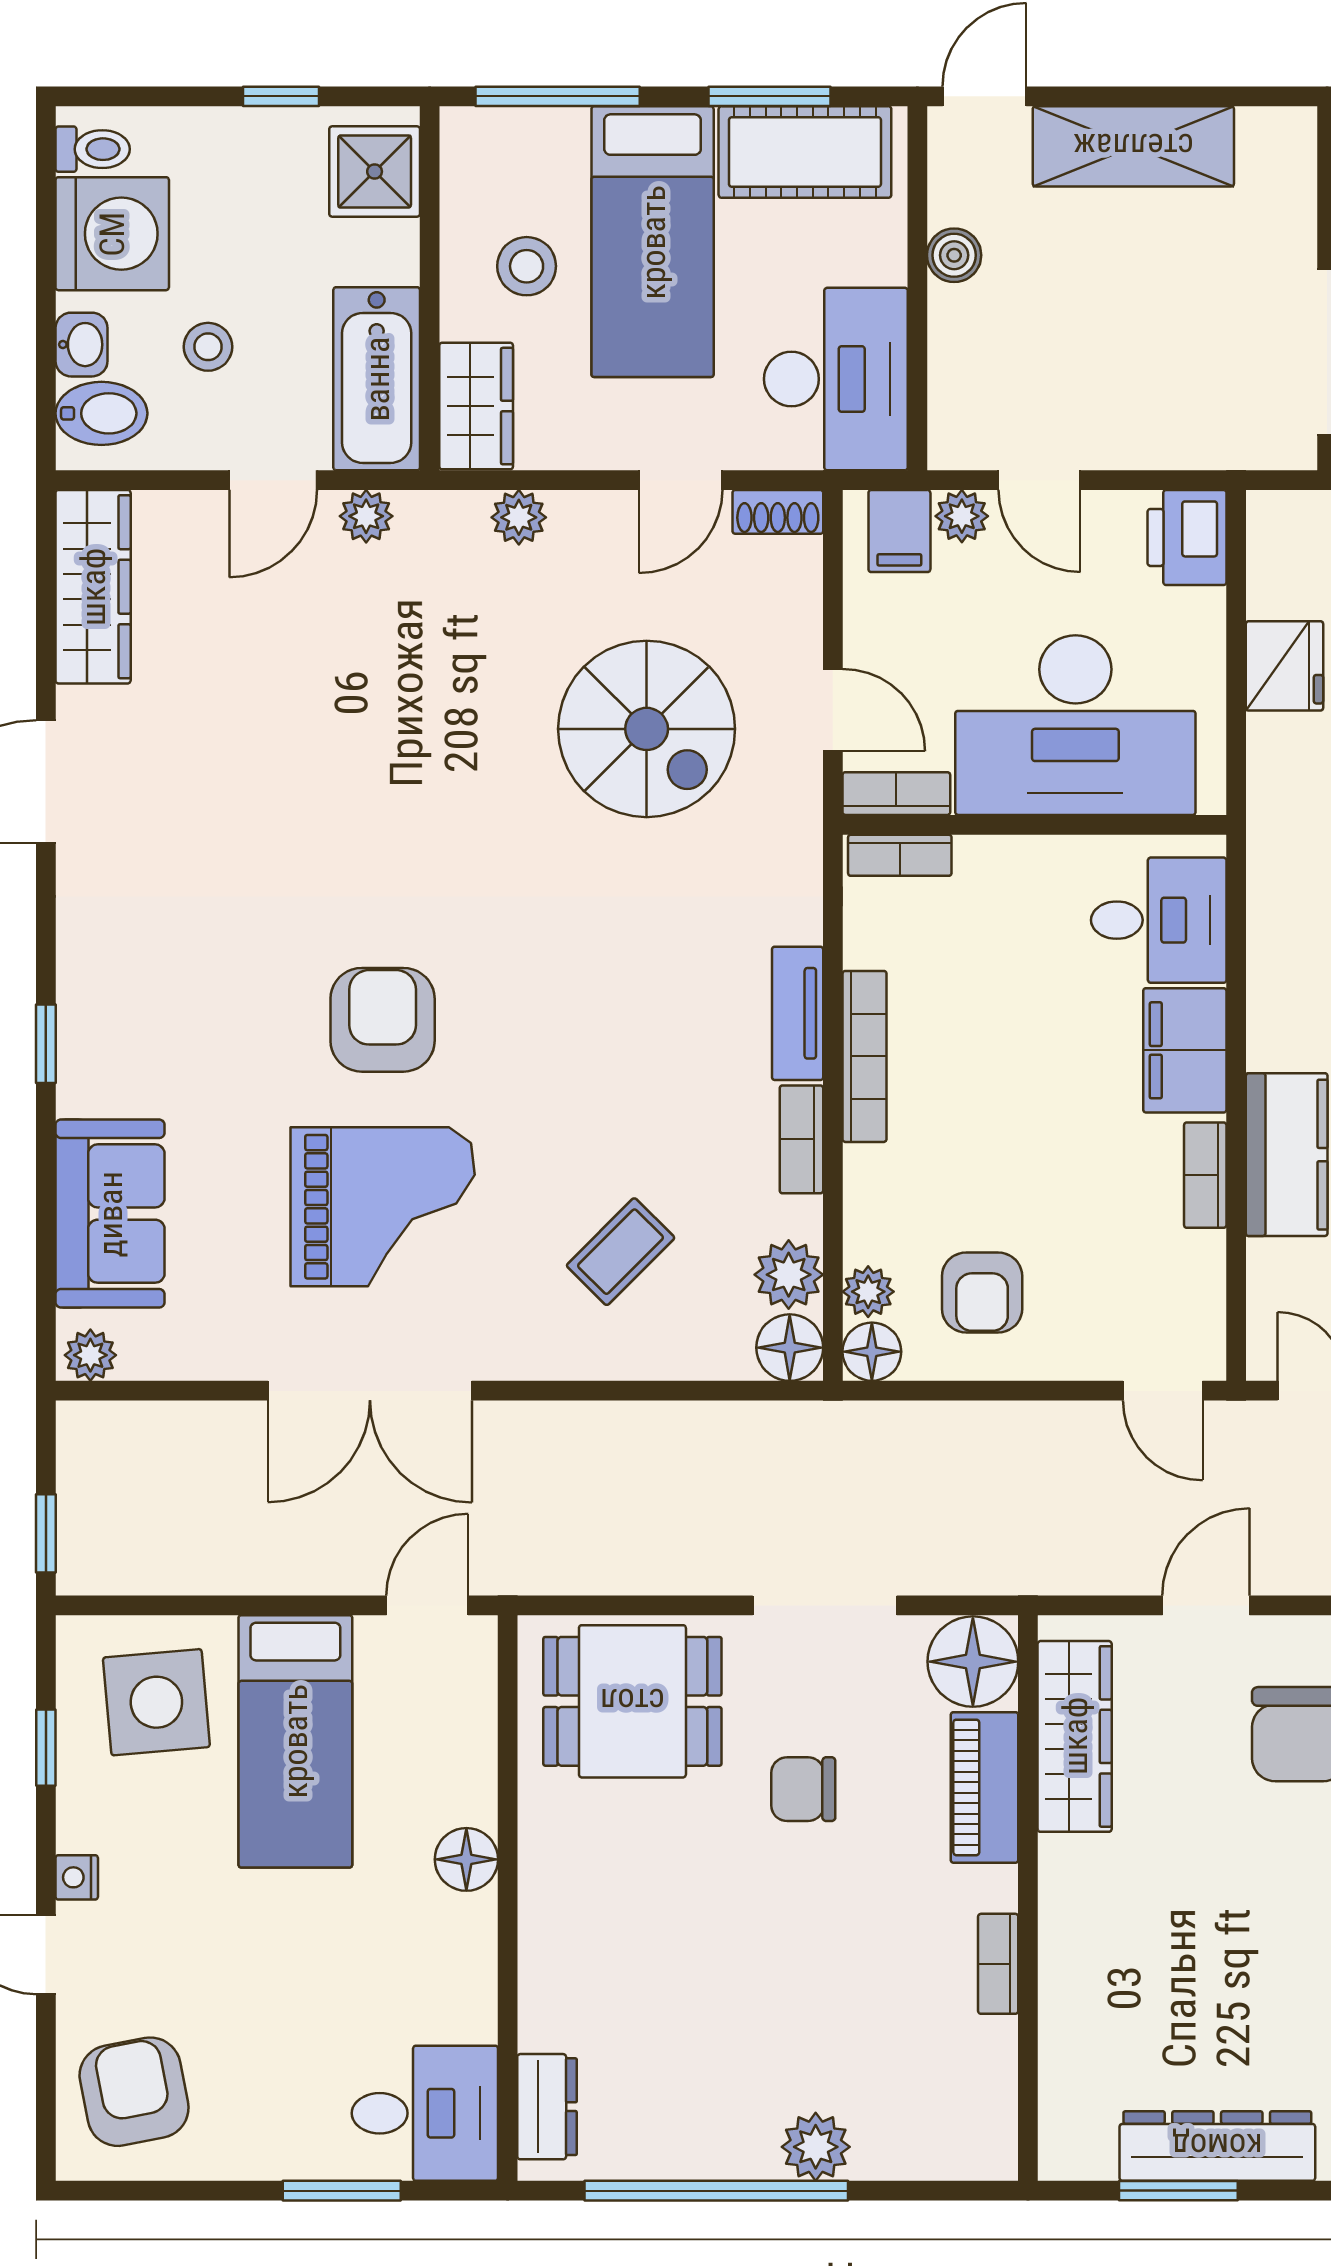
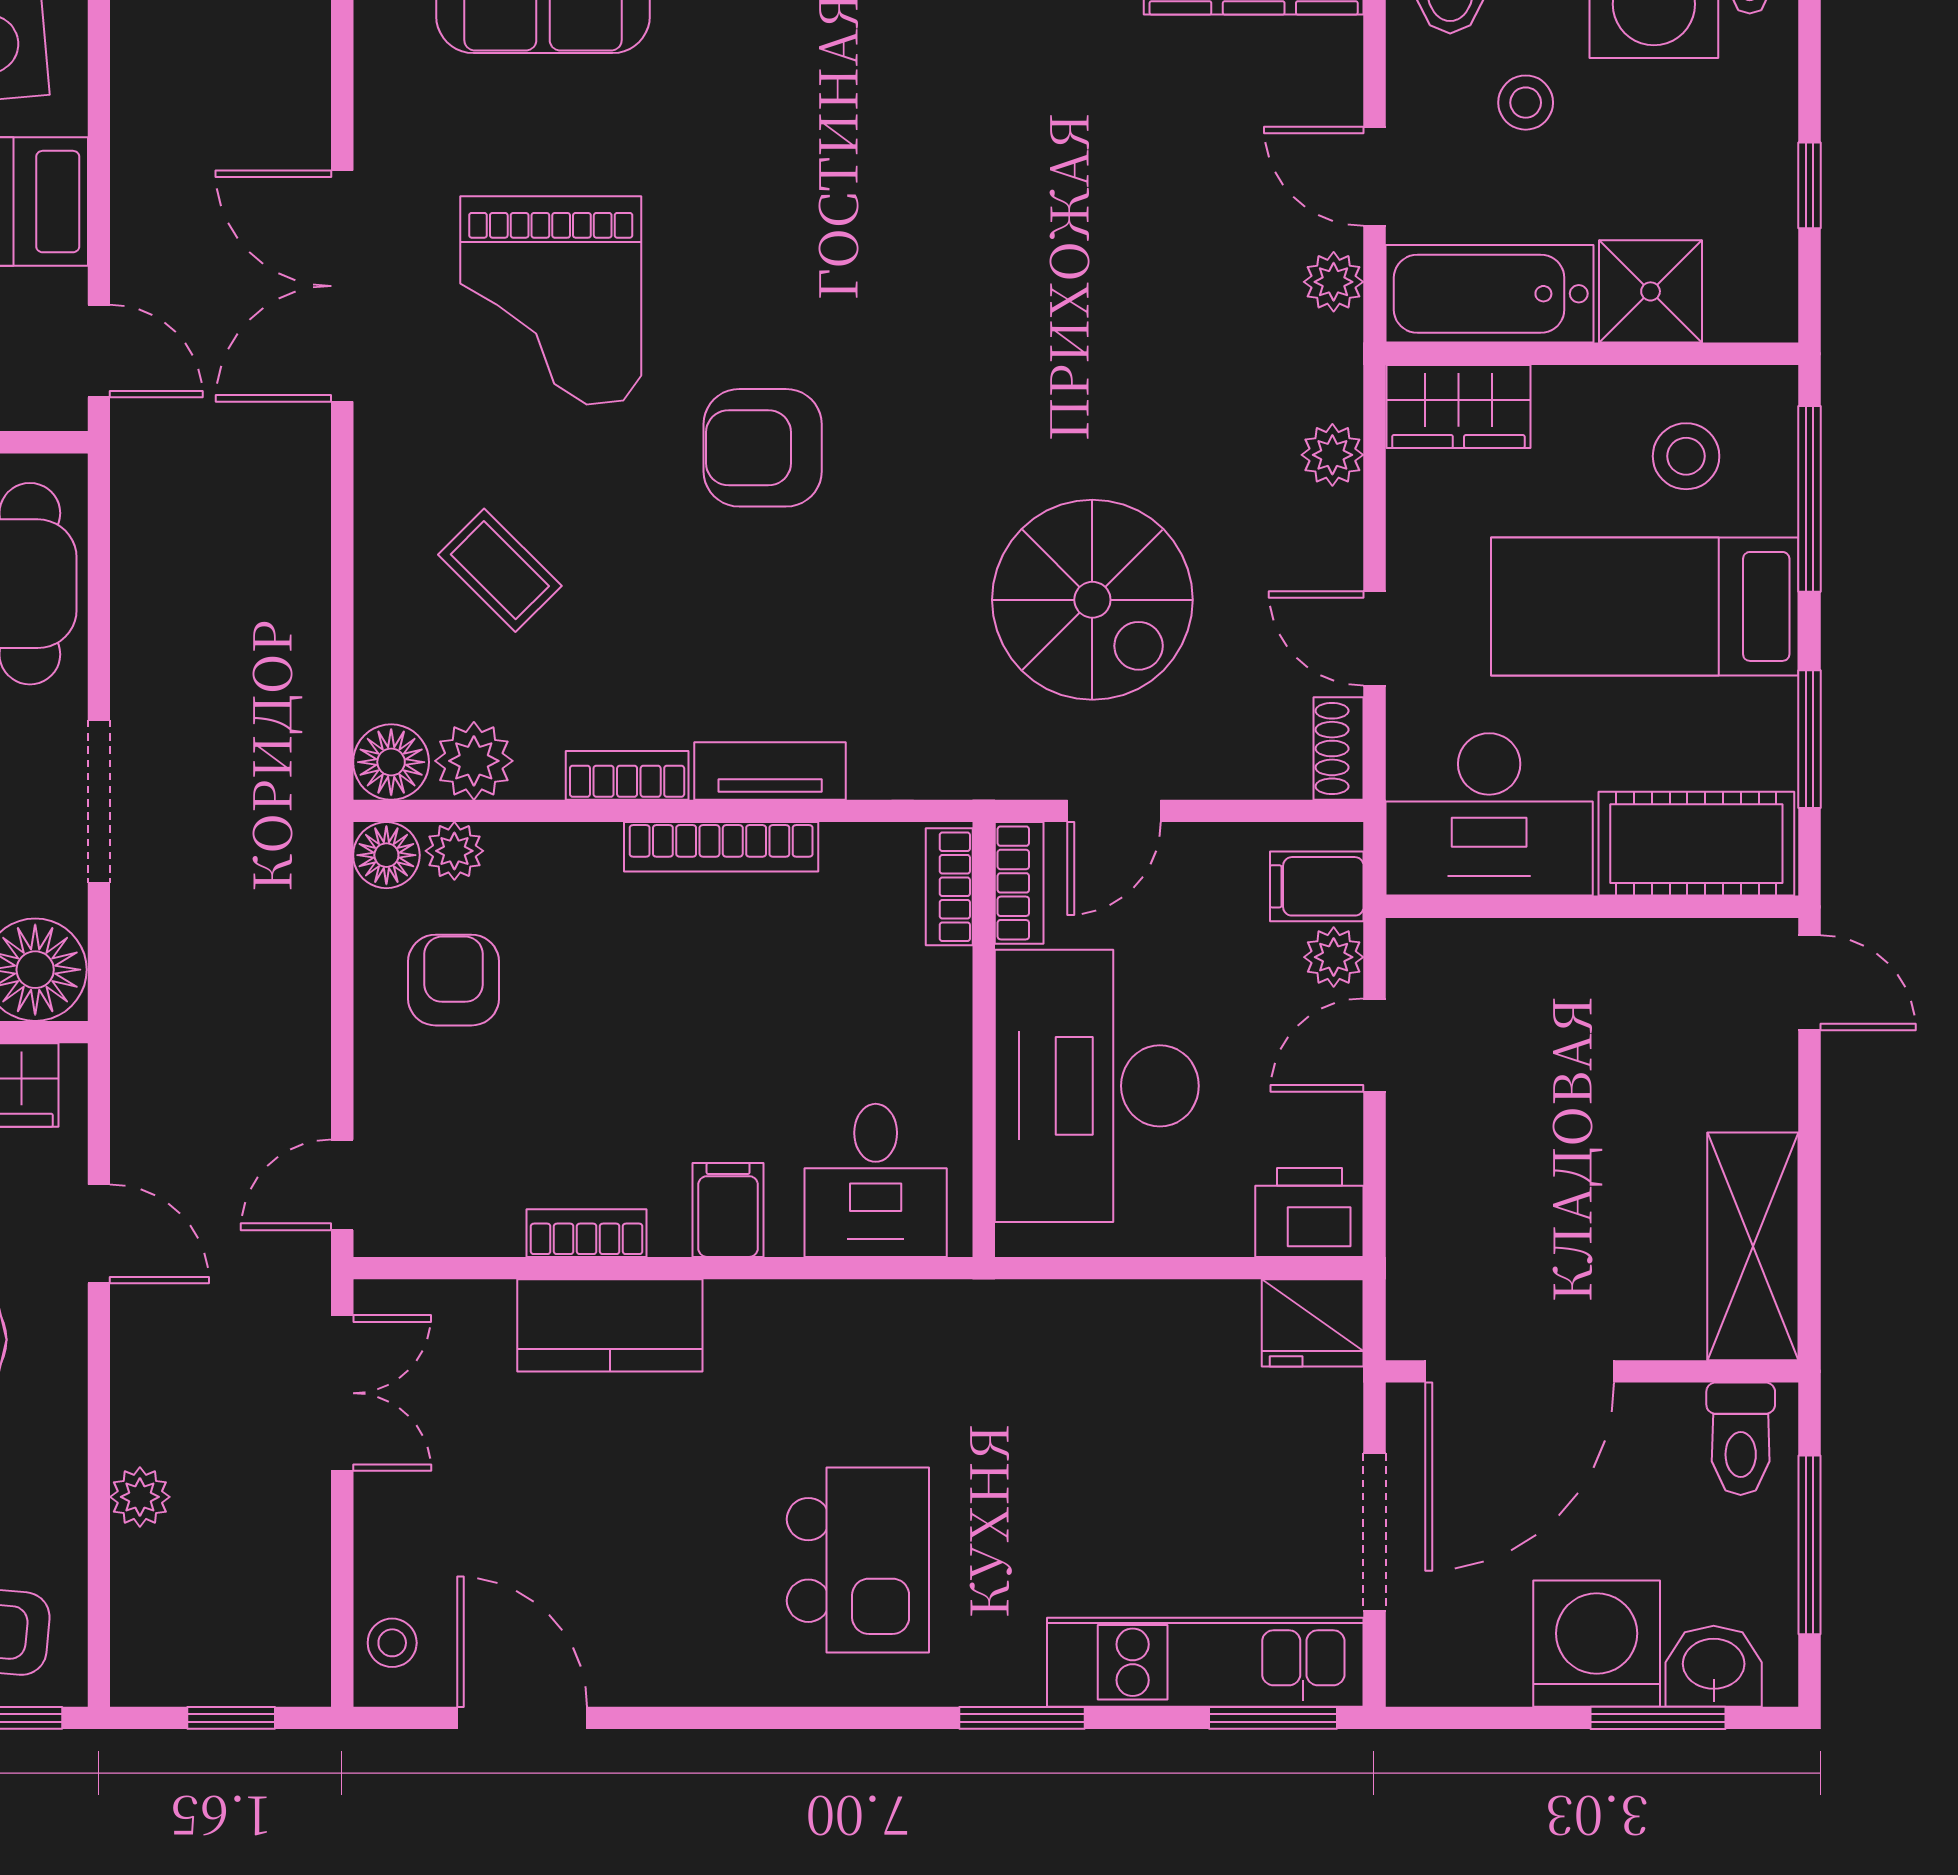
shelving: (1133, 146) -> (1753, 1246), moved
cot: (805, 152) -> (1696, 844), moved, turned 90
shower: (375, 171) -> (1651, 291), moved
boiler: (954, 255) -> (1629, 948), removed
stool: (527, 266) -> (1686, 456), moved
fridge: (1284, 666) -> (1313, 1323), moved
spiral stairs: (647, 729) -> (1092, 600), turned -90
armchair: (383, 1020) -> (763, 448), moved, turned 180
filing cabinet: (1185, 1050) -> (728, 1210), width x0.50
armchair: (982, 1292) -> (454, 980), turned 90

